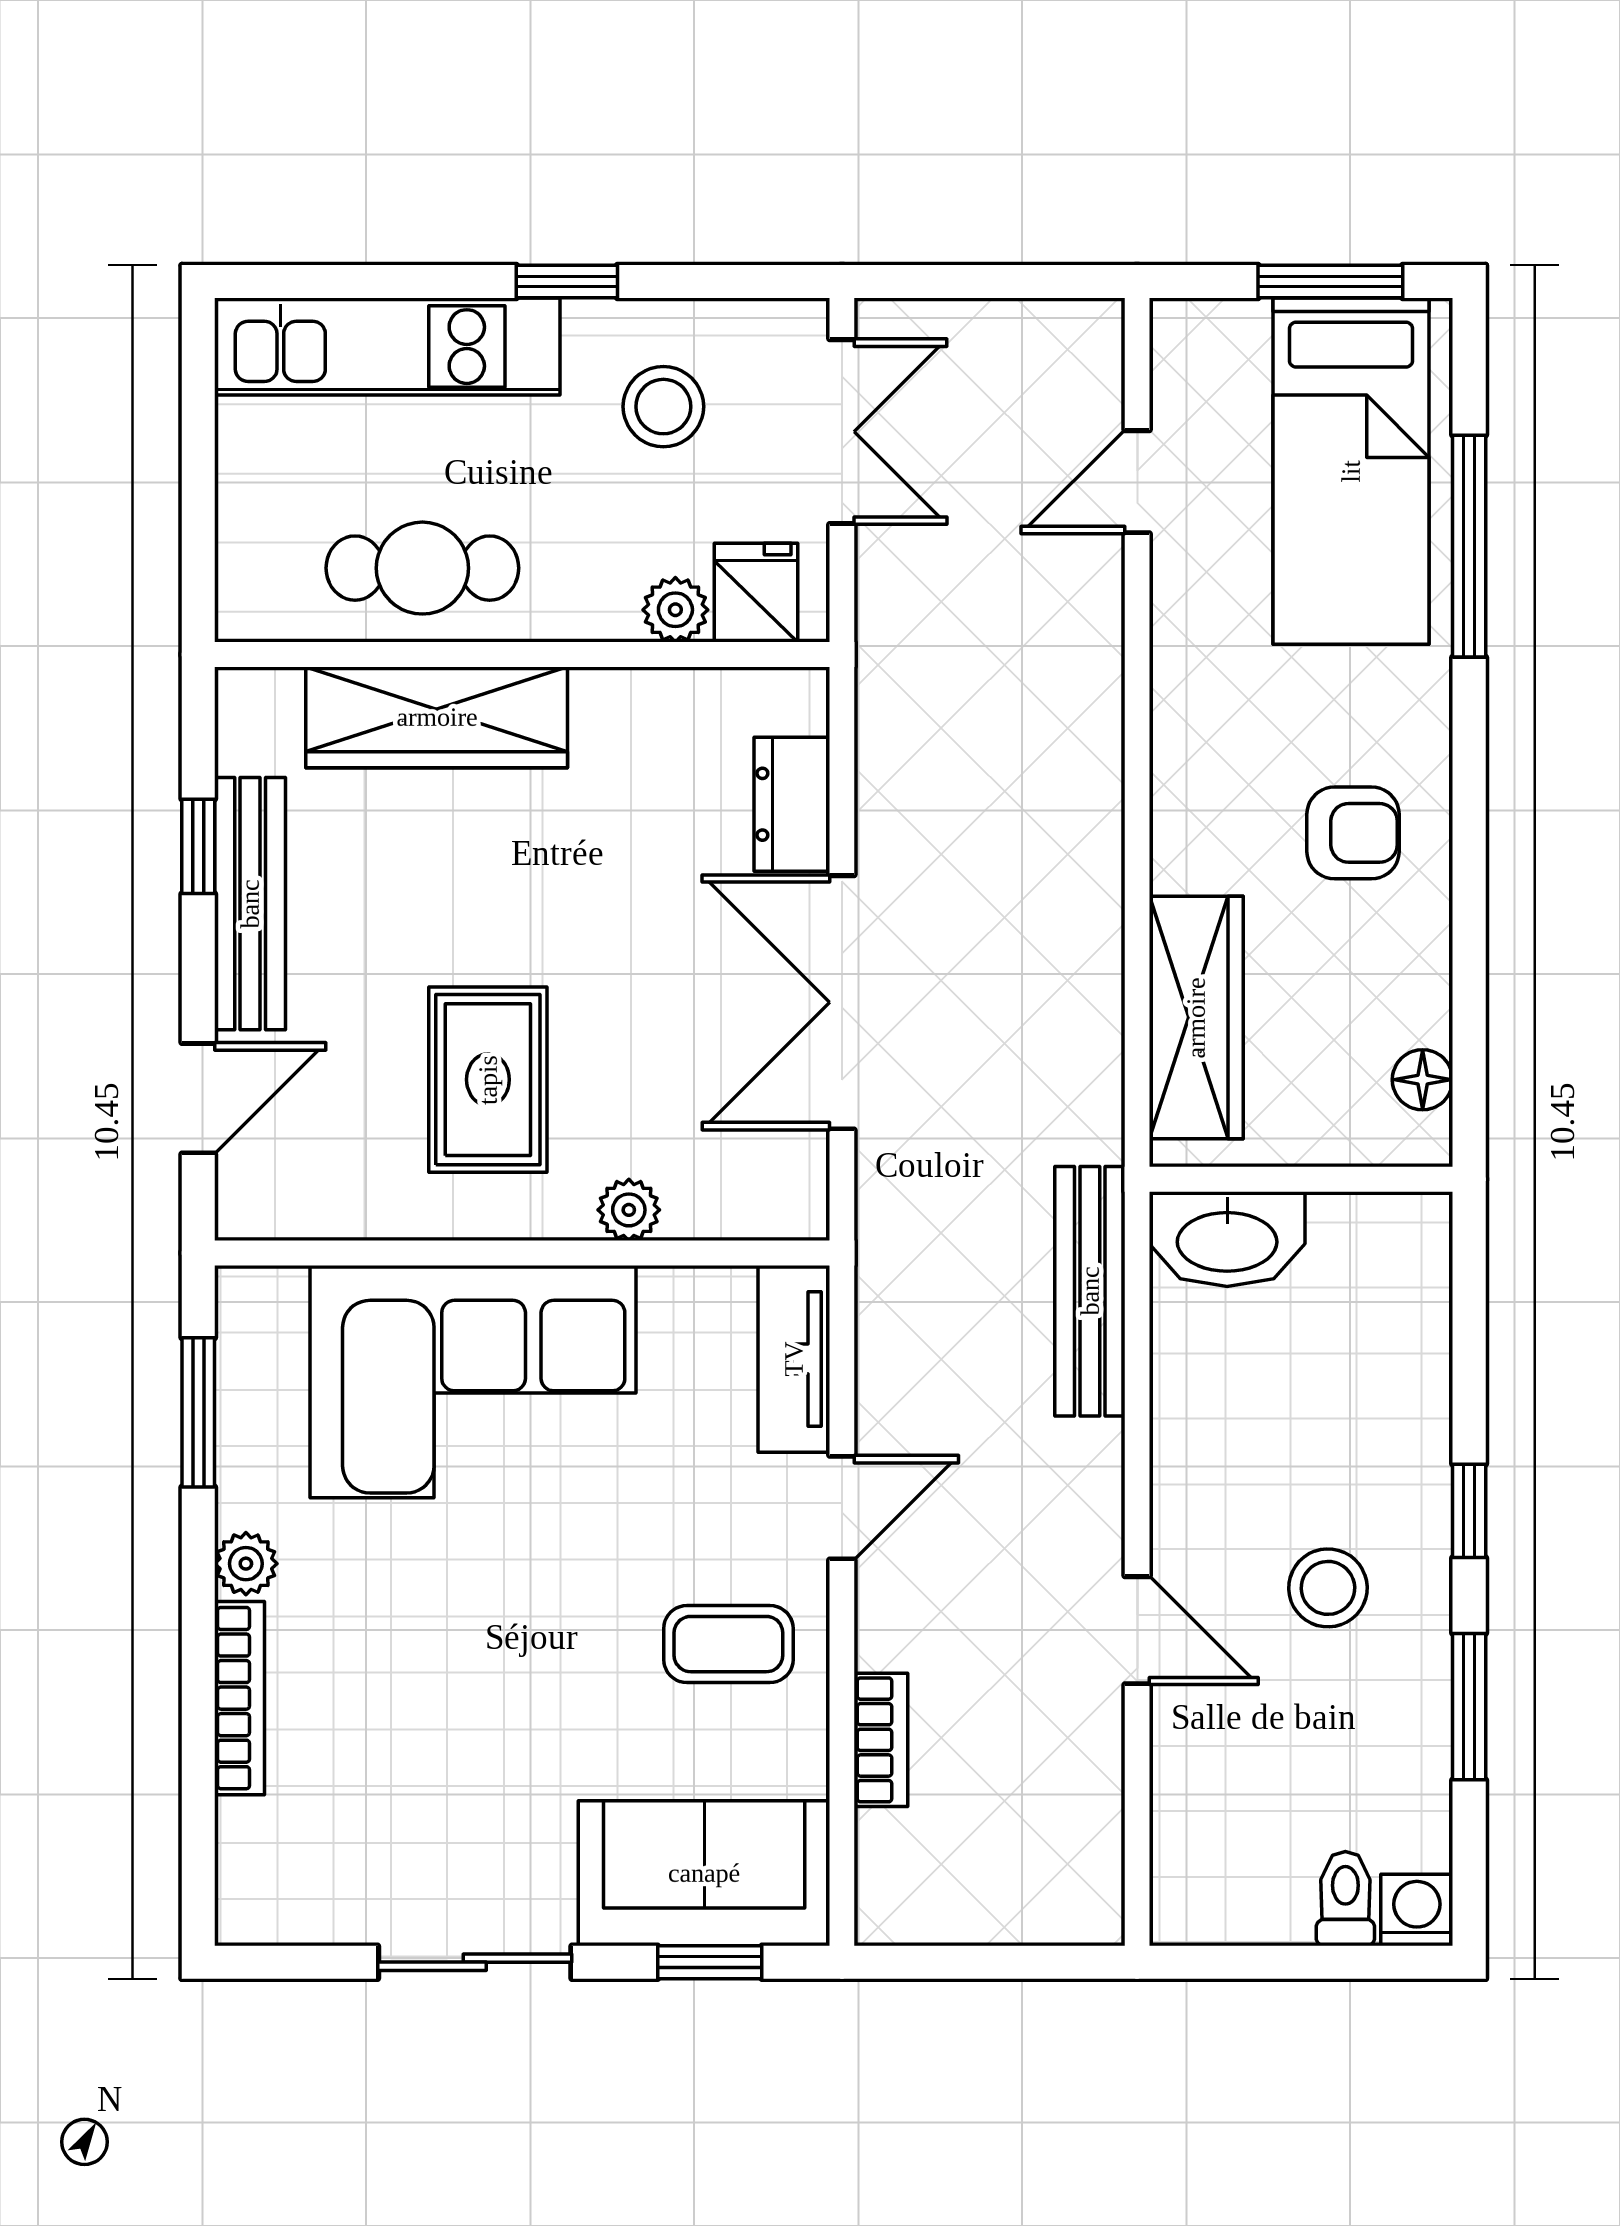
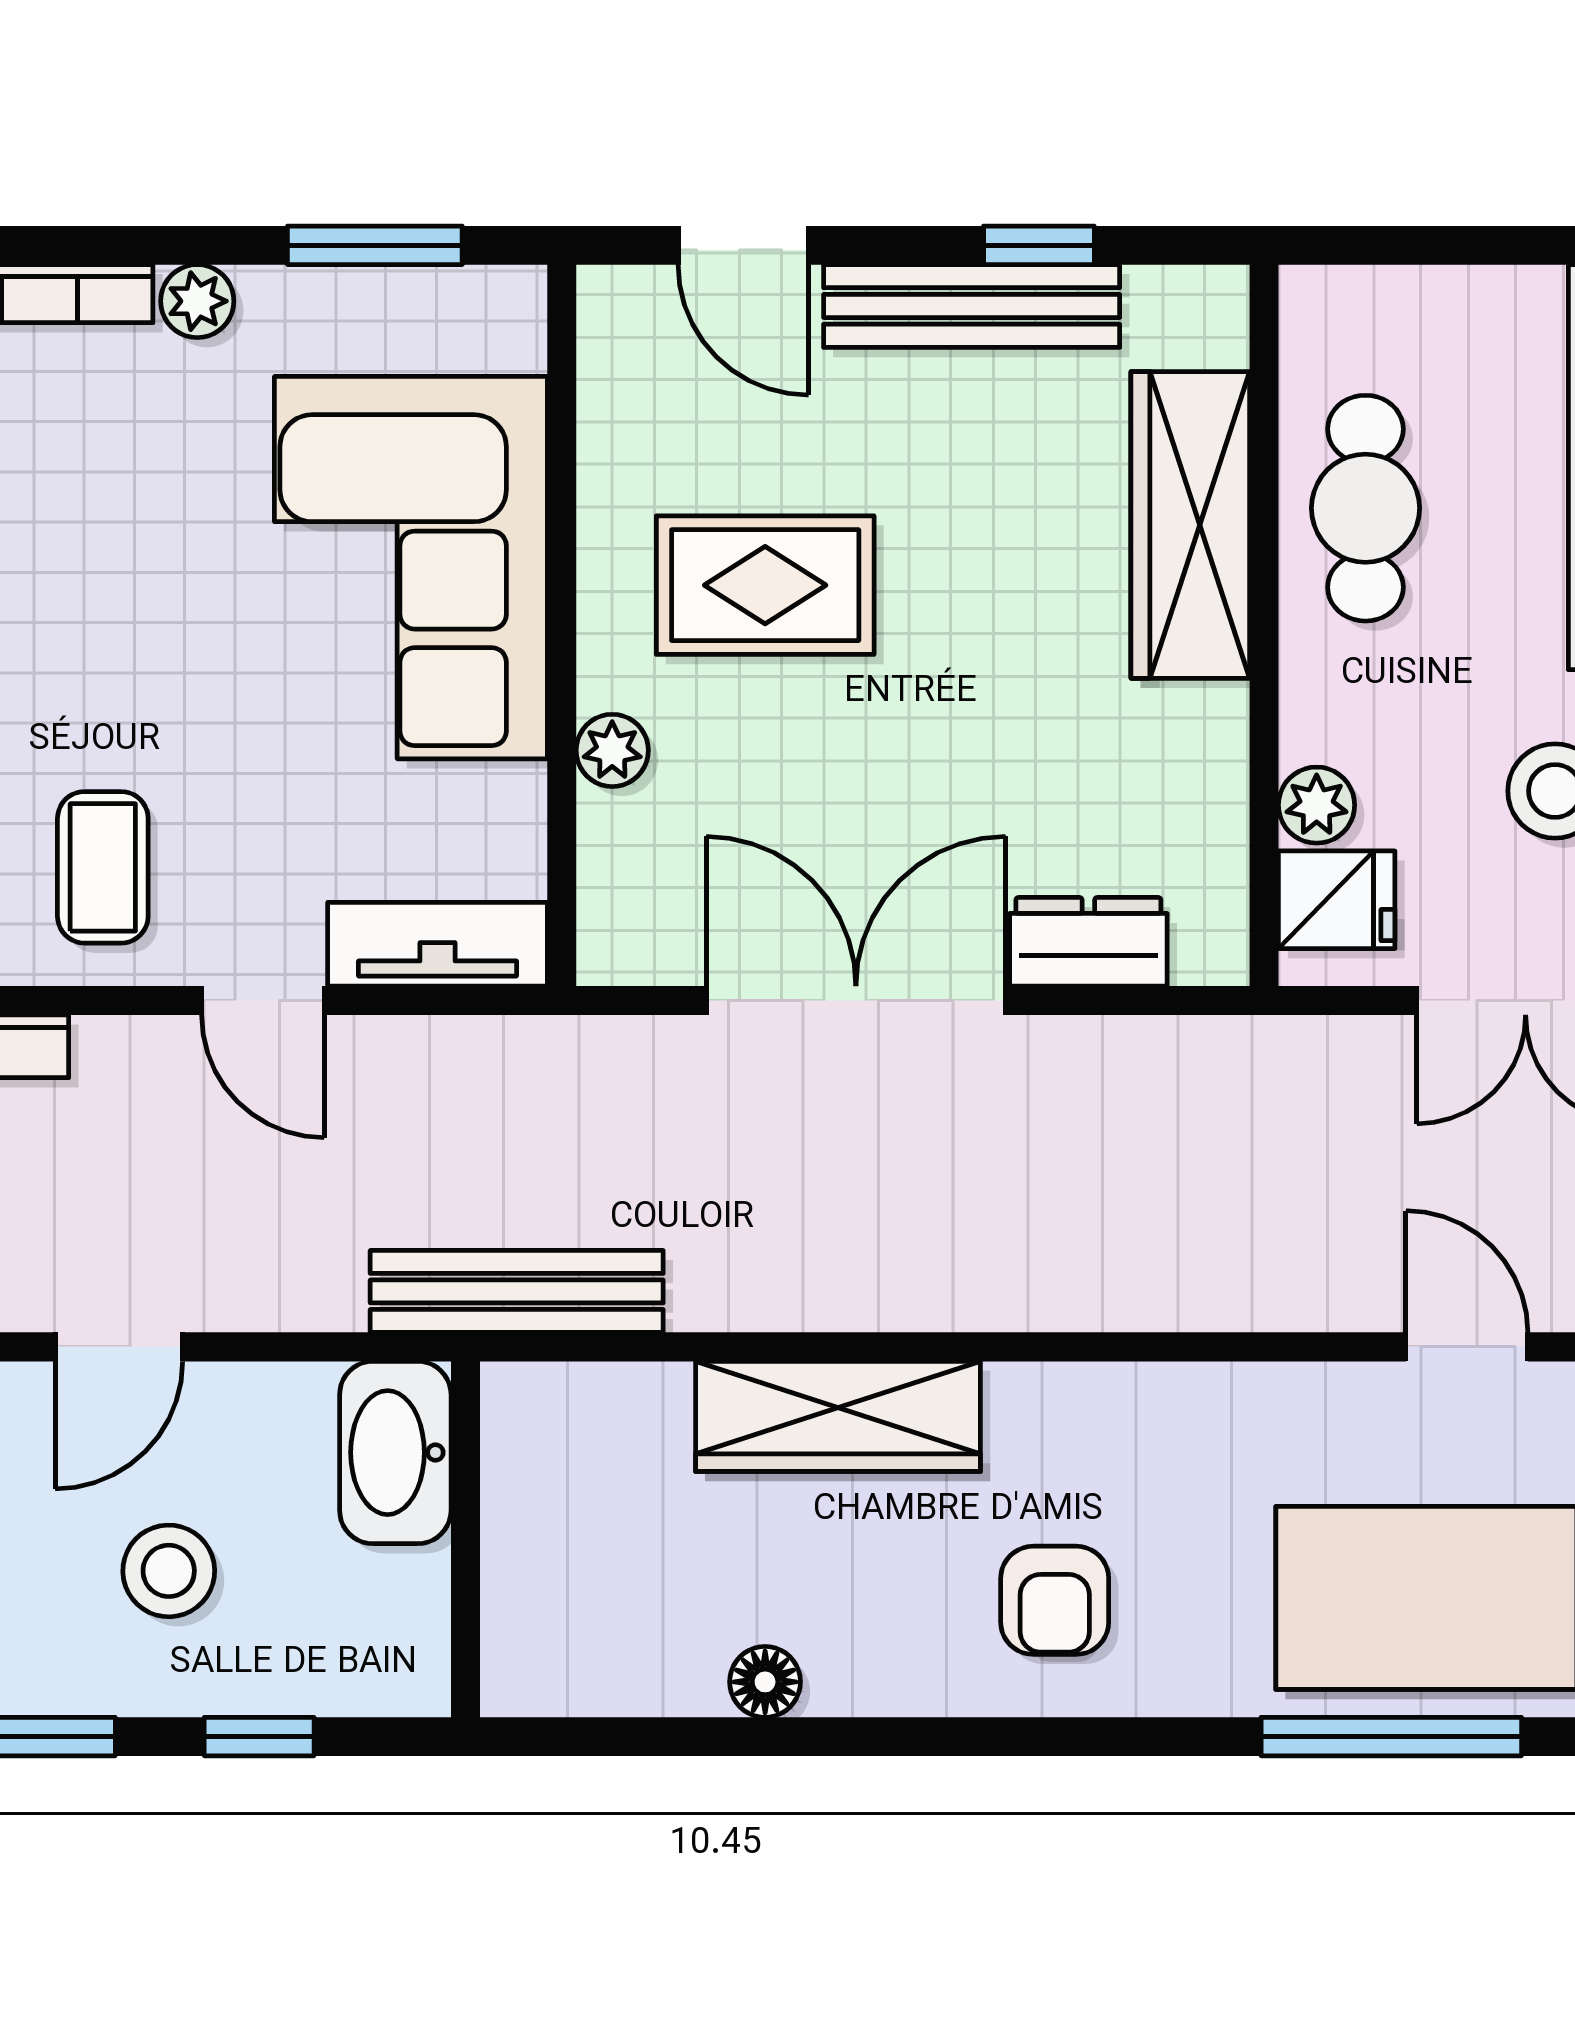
wall: (1301, 1179) -> (465, 1539), moved
washbasin: (1227, 1239) -> (395, 1453), moved

